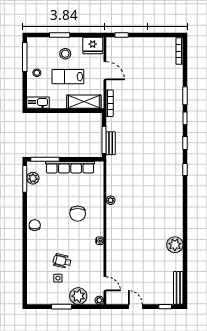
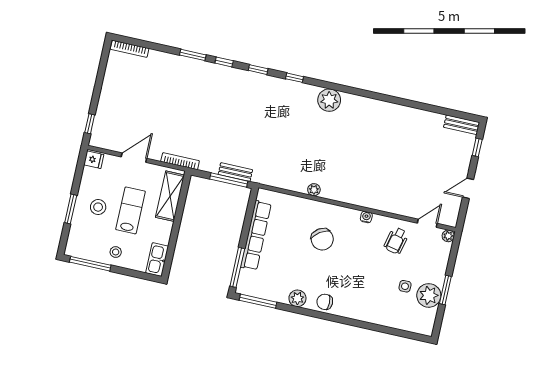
fridge: (93, 45) -> (94, 160), width x0.53, depth x0.75
lab bench: (68, 77) -> (131, 210), turned 180
plant: (33, 178) -> (297, 298), moved
chair: (78, 214) -> (322, 239), turned 56
plant: (175, 245) -> (329, 100), moved
wheelchair: (62, 261) -> (396, 241), moved
bench: (178, 288) -> (462, 125), width x0.73
plant: (78, 296) -> (429, 295), moved

